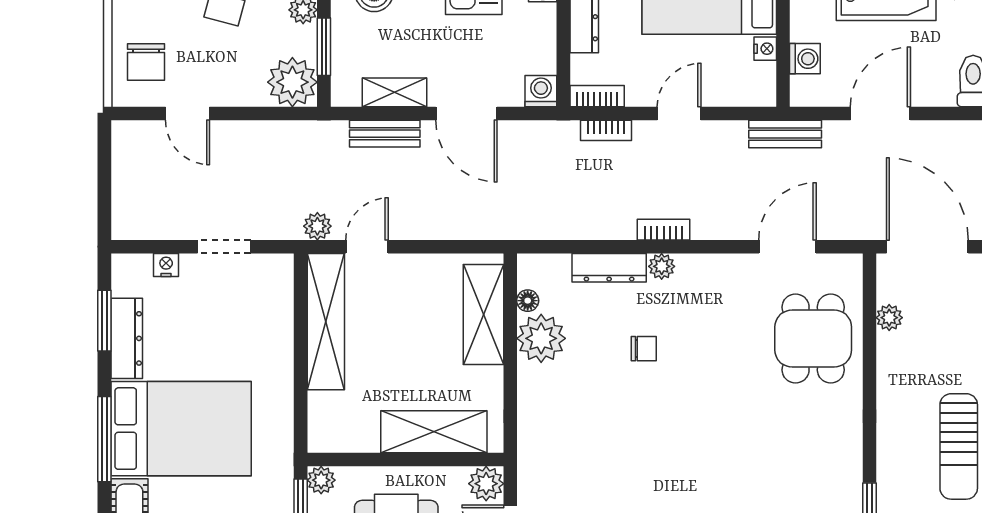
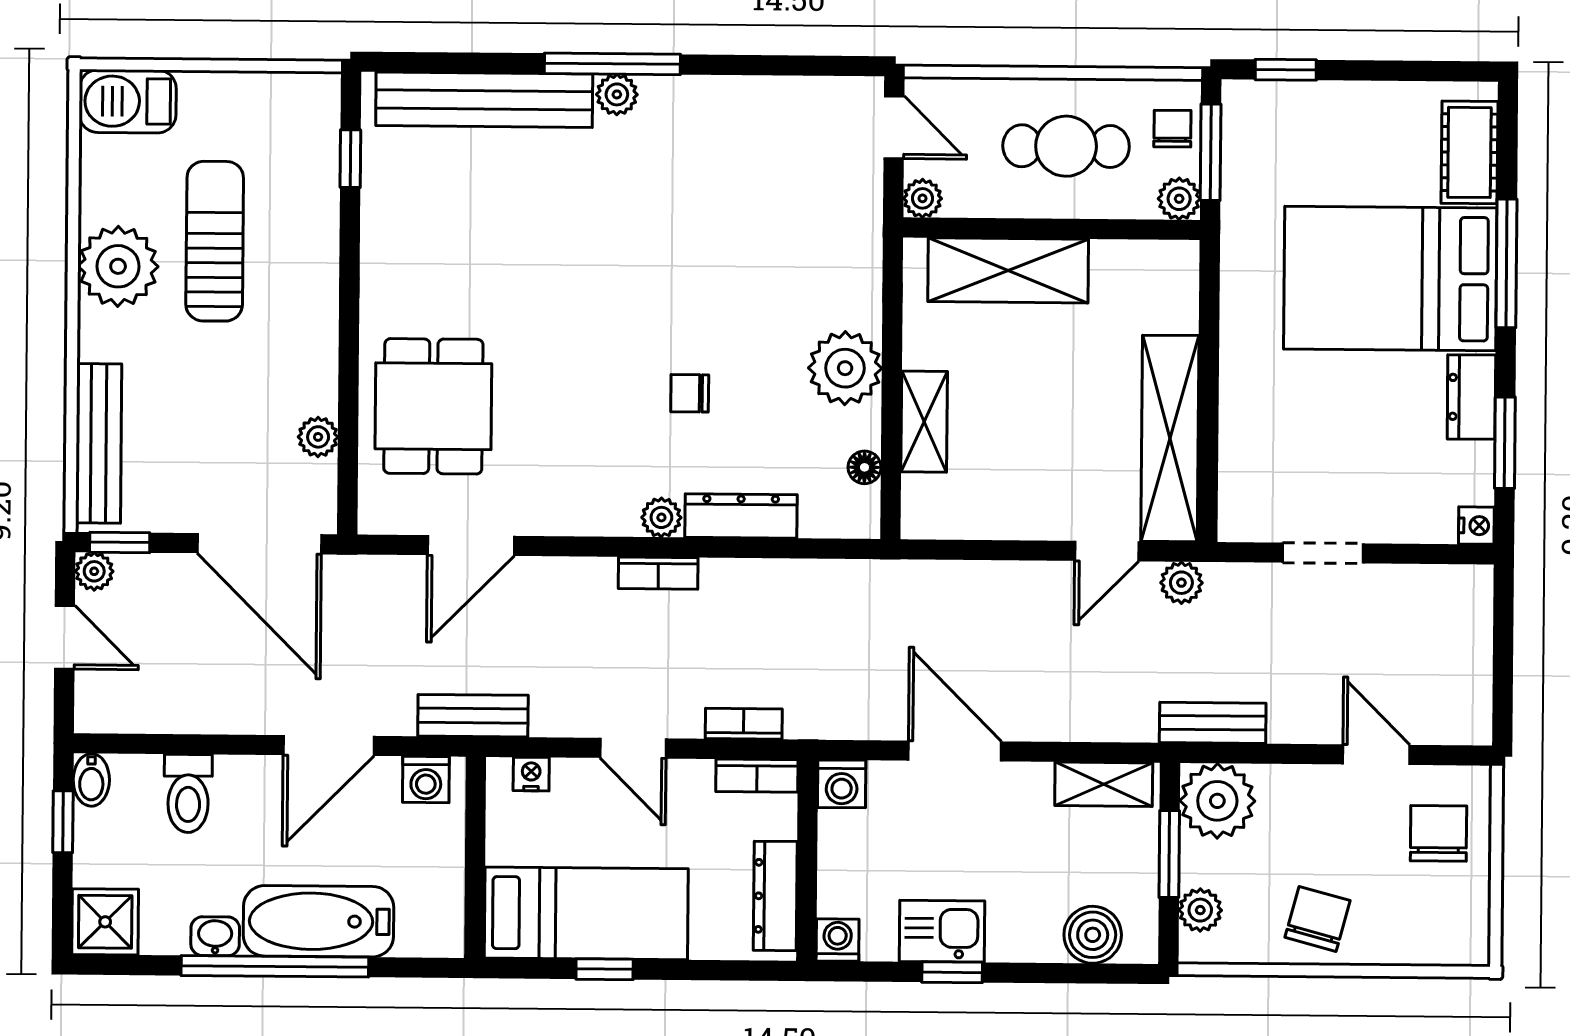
nightstand: (765, 49) -> (531, 774), moved, turned 90
washing machine: (805, 59) -> (426, 780), moved, turned -90
shelving: (394, 92) -> (1104, 784), moved
door: (679, 114) -> (633, 748), hinge flipped
bench: (385, 134) -> (1213, 723), moved
nightstand: (166, 265) -> (1476, 526), moved, turned -90
shelving: (483, 314) -> (924, 422), width x0.67, depth x0.75
dresser: (127, 338) -> (1471, 397), width x0.70
plant: (541, 338) -> (845, 368), moved
plant: (486, 484) -> (923, 198), width x0.73, depth x0.73

